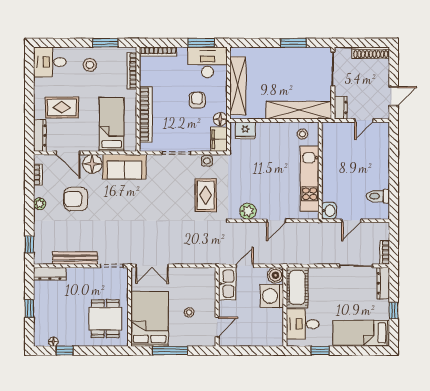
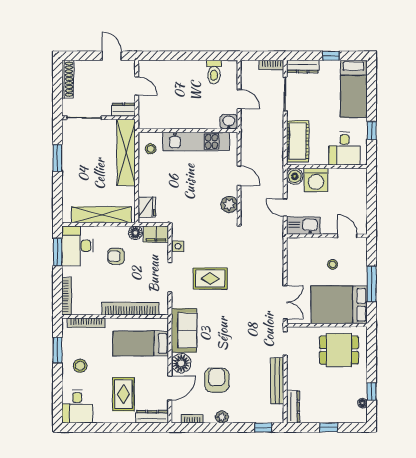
rug: (206, 195) -> (210, 279), moved
armchair: (76, 199) -> (217, 380), turned 180
cot: (297, 288) -> (298, 141), moved, turned 90

